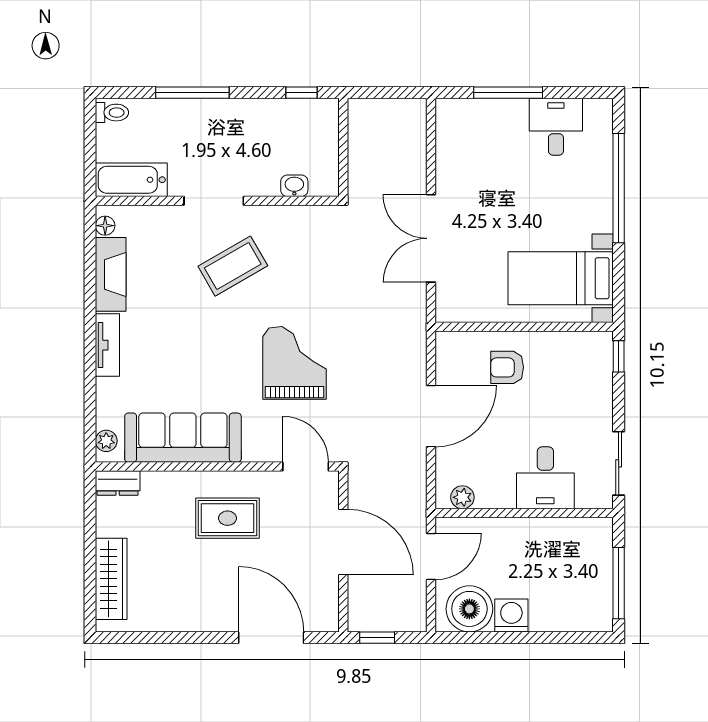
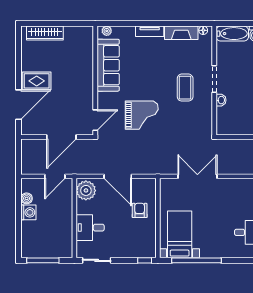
bathtub: (131, 180) -> (232, 34), moved, turned 90
washbasin: (294, 186) -> (221, 100), moved
window: (619, 188) -> (197, 260), moved
coffee table: (233, 266) -> (185, 88), turned 30
dresser: (118, 483) -> (88, 36), removed
plant: (462, 497) -> (86, 190), width x1.87, depth x1.87
rug: (227, 518) -> (37, 81), moved, turned 90
door: (431, 556) -> (55, 176), hinge flipped
boiler: (469, 609) -> (27, 198), width x0.54, depth x0.54
window: (377, 638) -> (19, 152), removed

